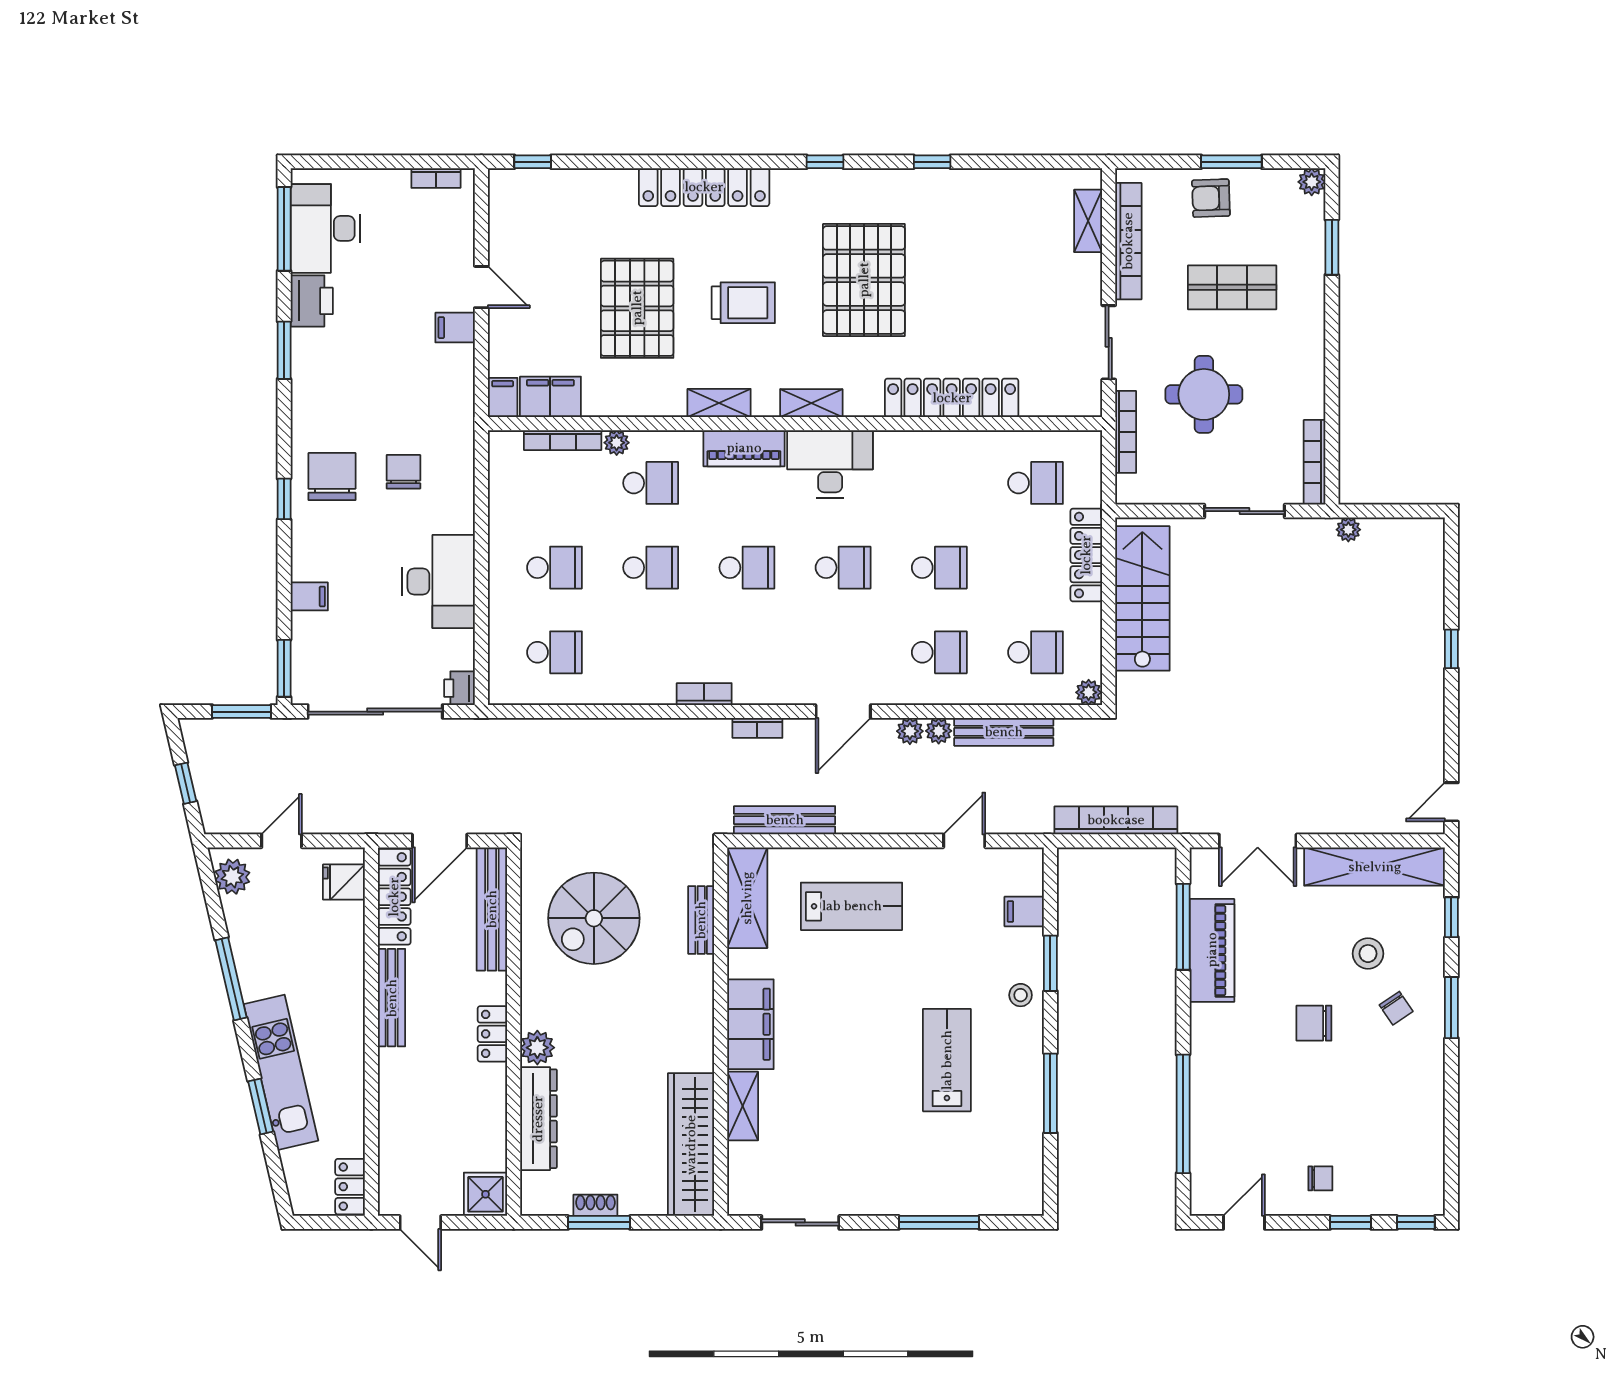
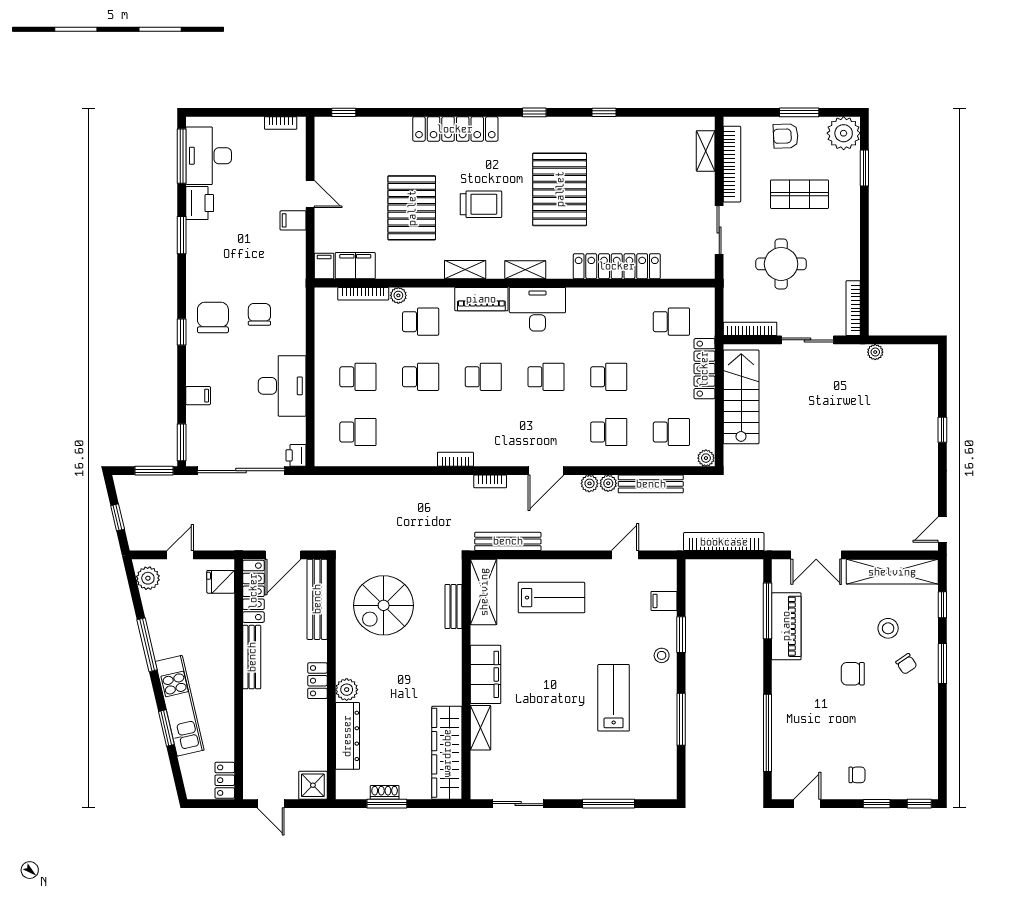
plant: (1312, 182) -> (844, 133), width x1.87, depth x1.87
bookcase: (1126, 432) -> (750, 329), moved, turned -90

